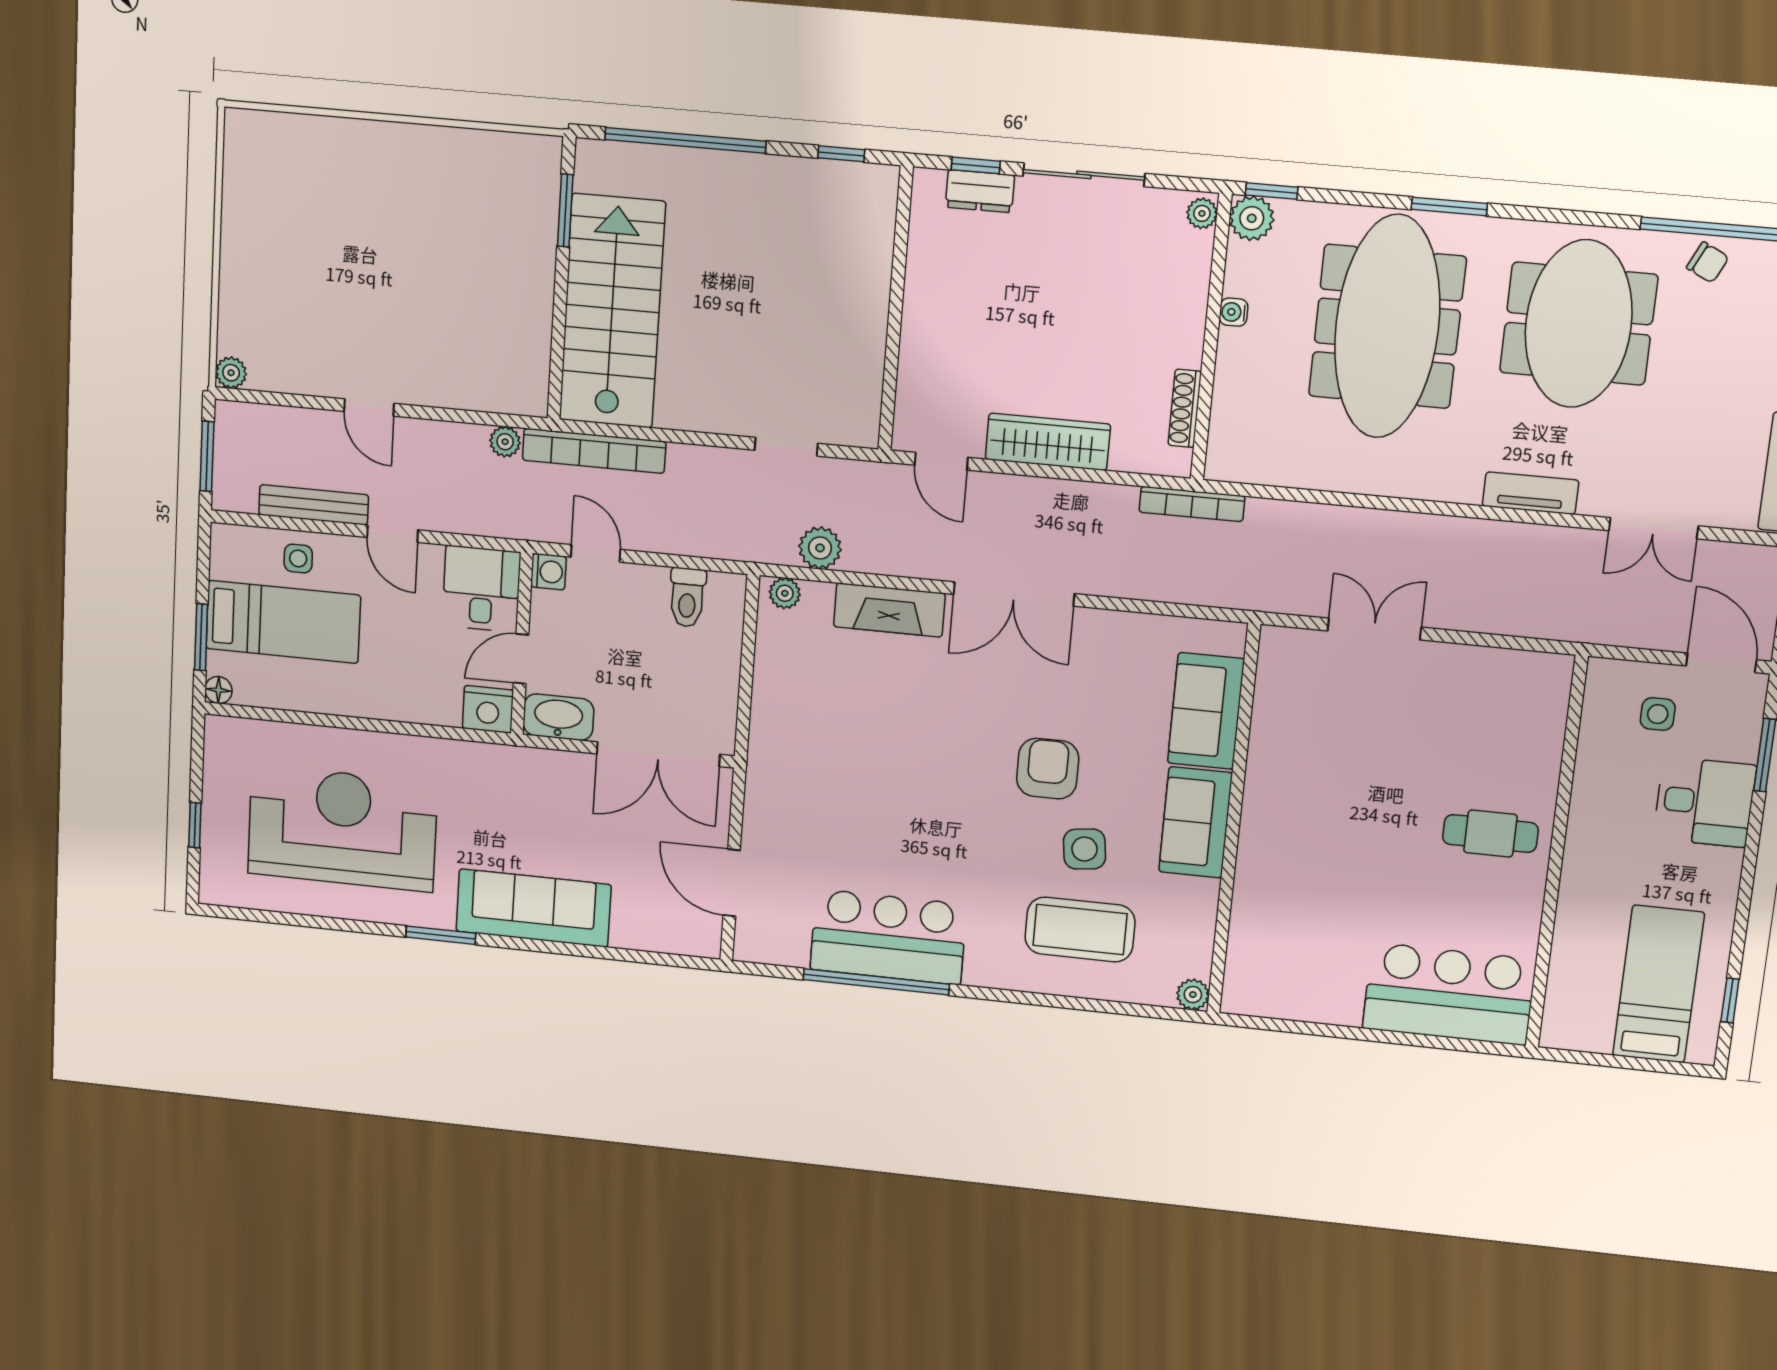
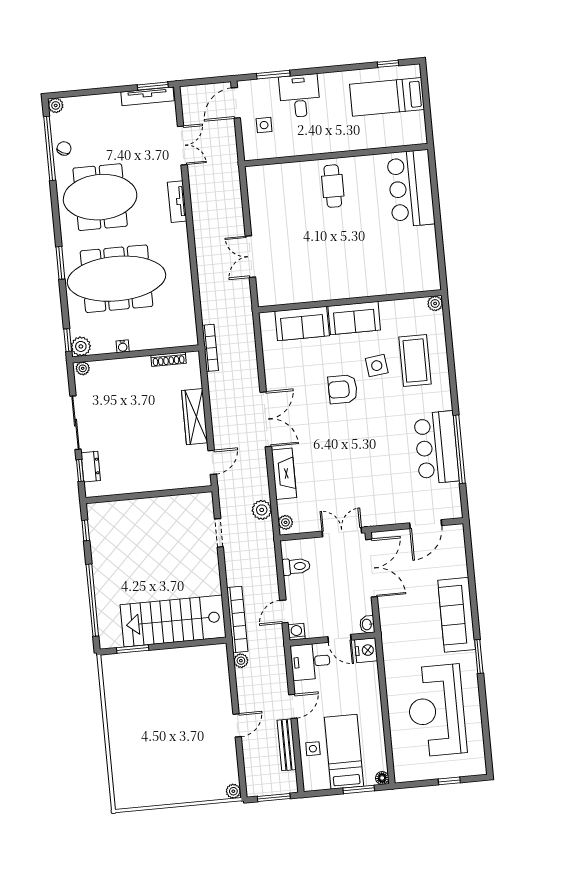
double door: (744, 708) -> (342, 532), added
washbasin: (558, 717) -> (367, 624), width x0.52, depth x0.69

